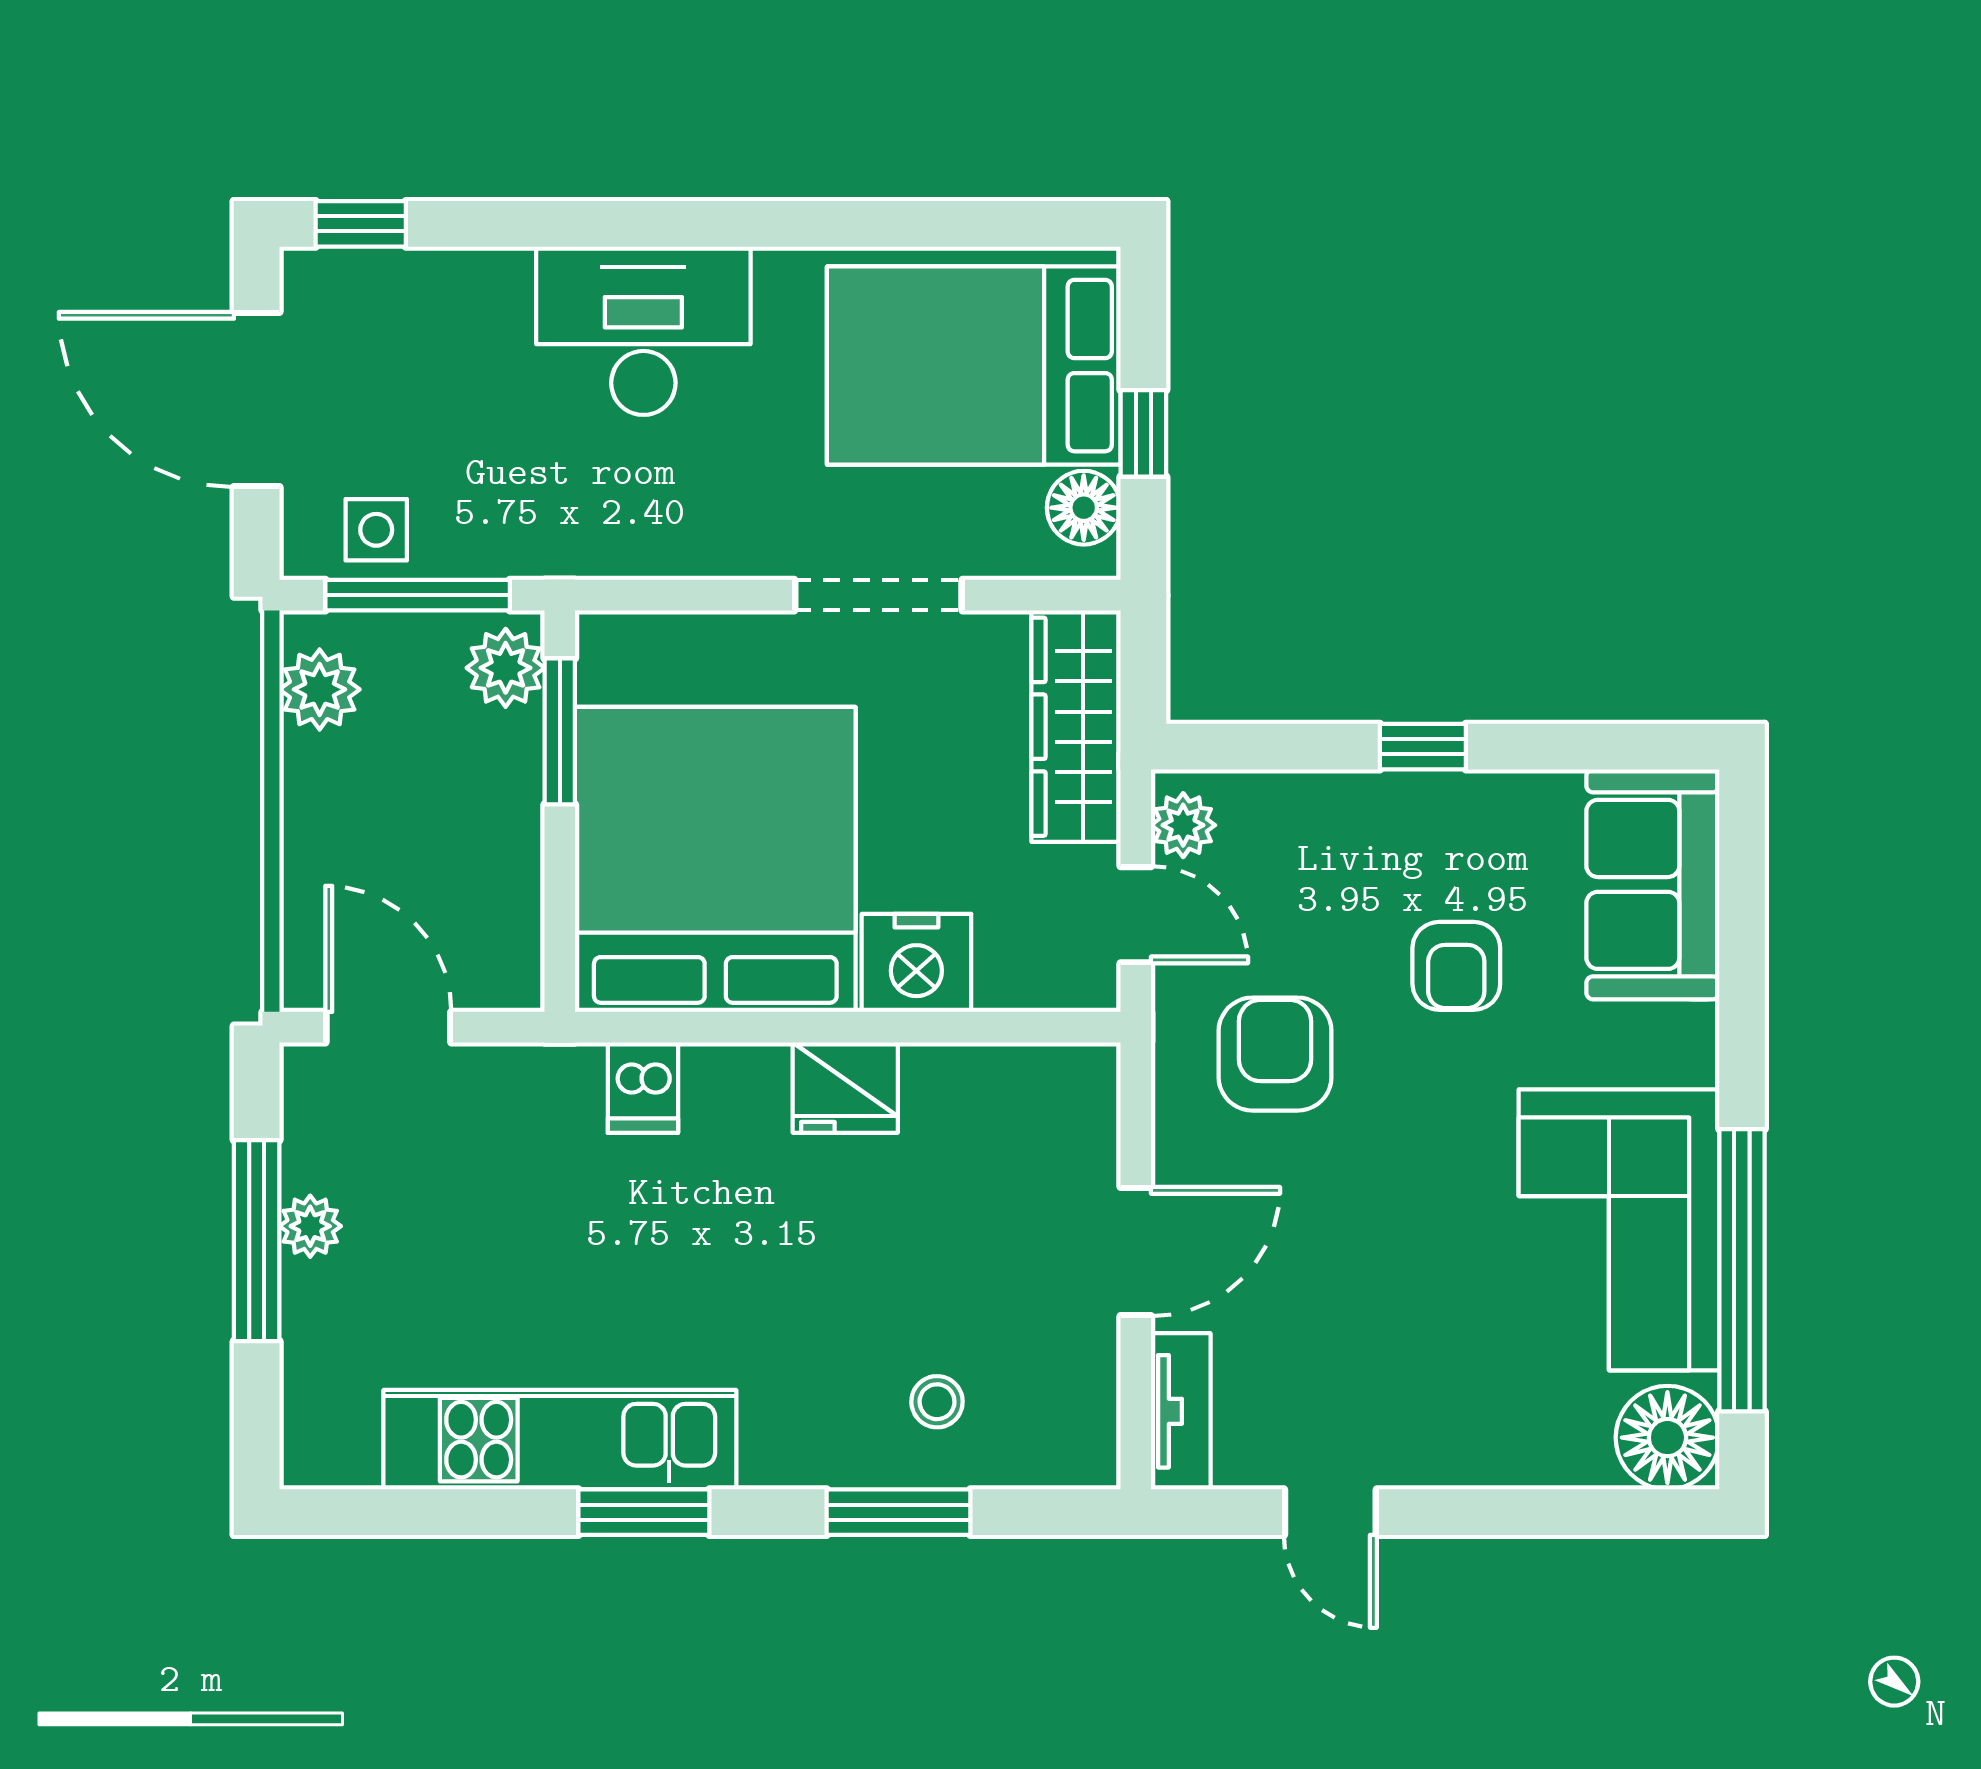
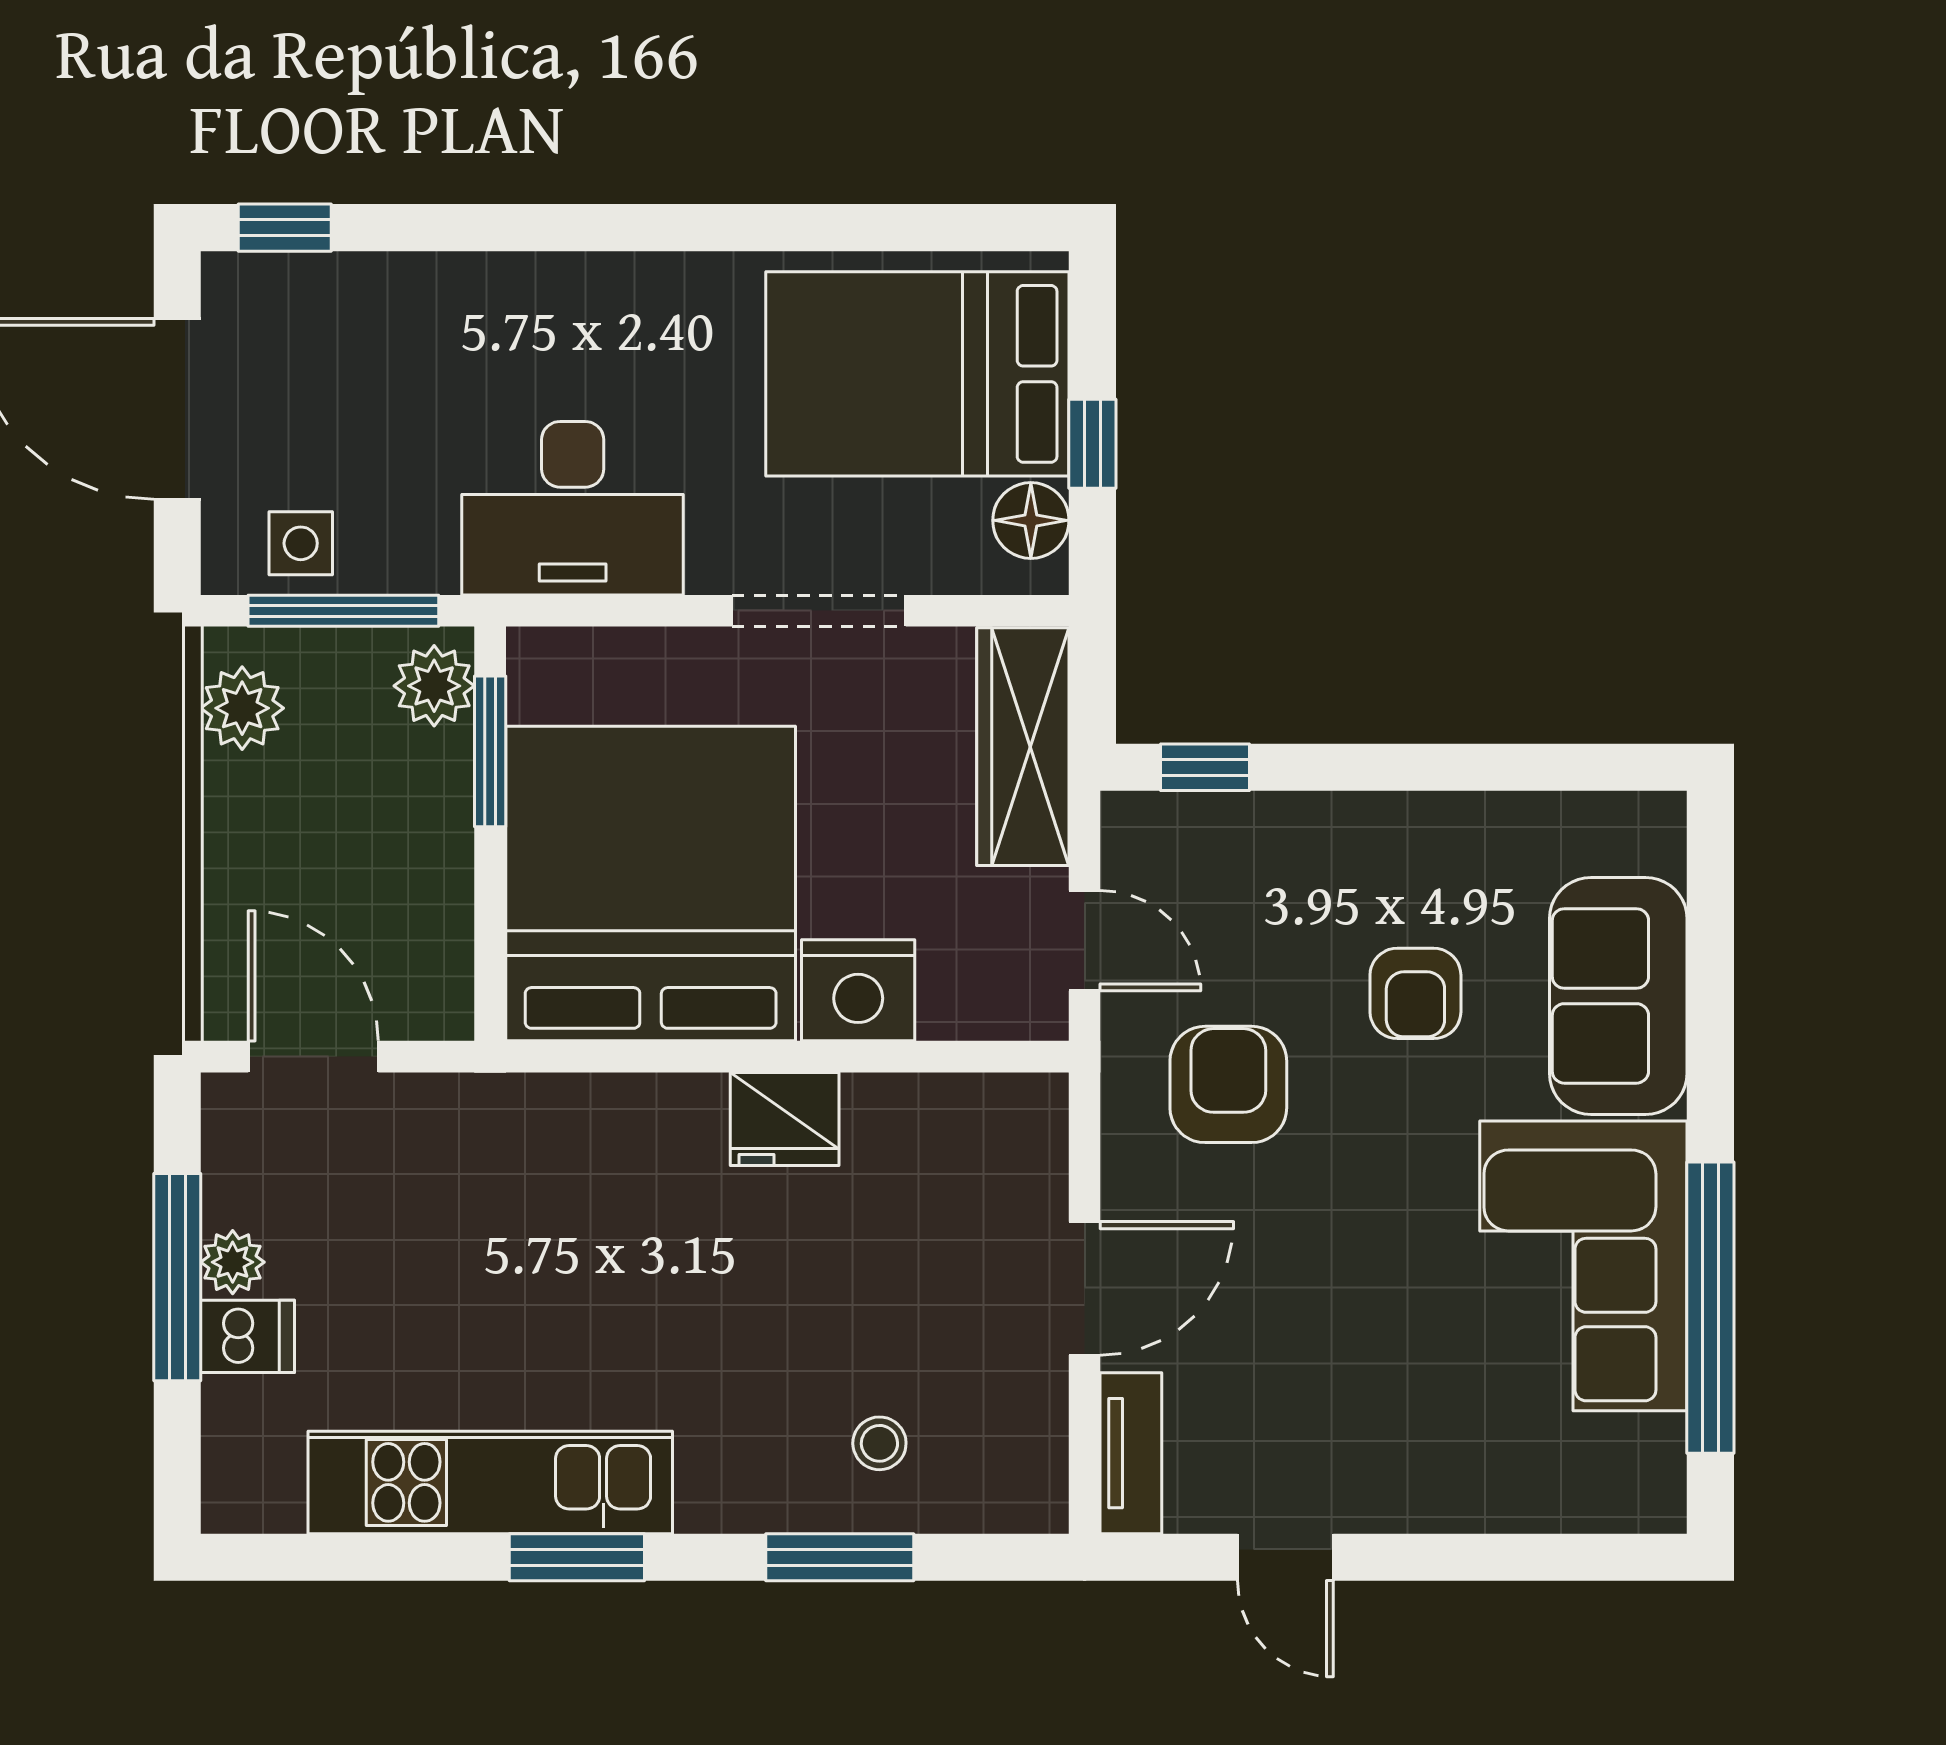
desk: (643, 331) -> (573, 508), moved, turned 180
window: (1423, 747) -> (1205, 767), moved
plant: (1183, 825) -> (1133, 848), removed
sofa: (1653, 884) -> (1618, 996), moved
dishwasher: (643, 1088) -> (247, 1336), moved, turned -90
floor lamp: (1667, 1438) -> (1633, 1480), removed

